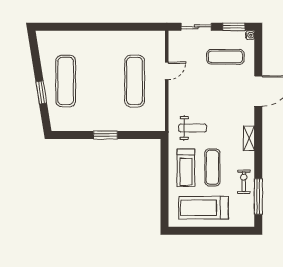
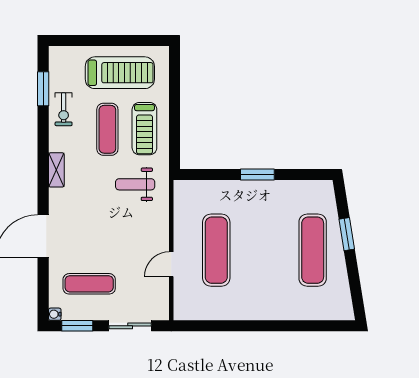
treadmill: (186, 168) -> (144, 129), turned 180
window: (258, 196) -> (43, 89), width x0.69

